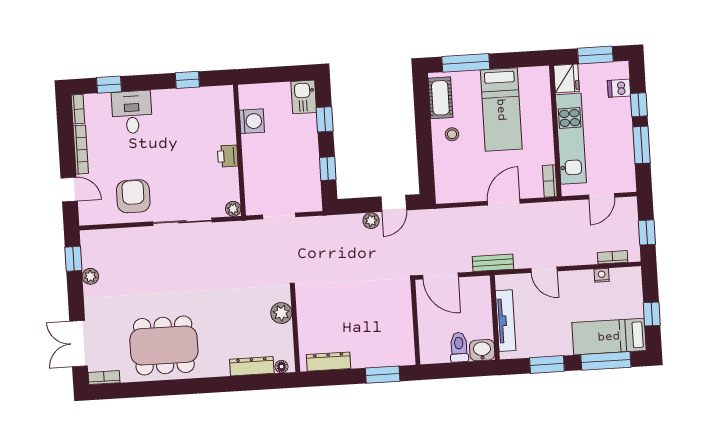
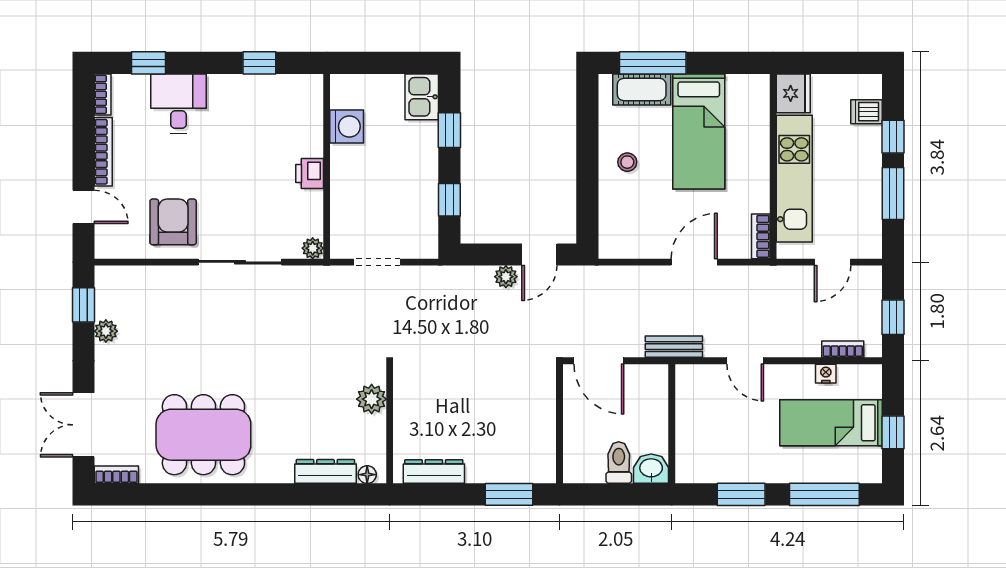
window: (595, 55) -> (836, 63), removed
cot: (440, 98) -> (642, 89), moved, turned 90
tv unit: (506, 321) -> (687, 429), removed
bed: (609, 337) -> (831, 423), moved

